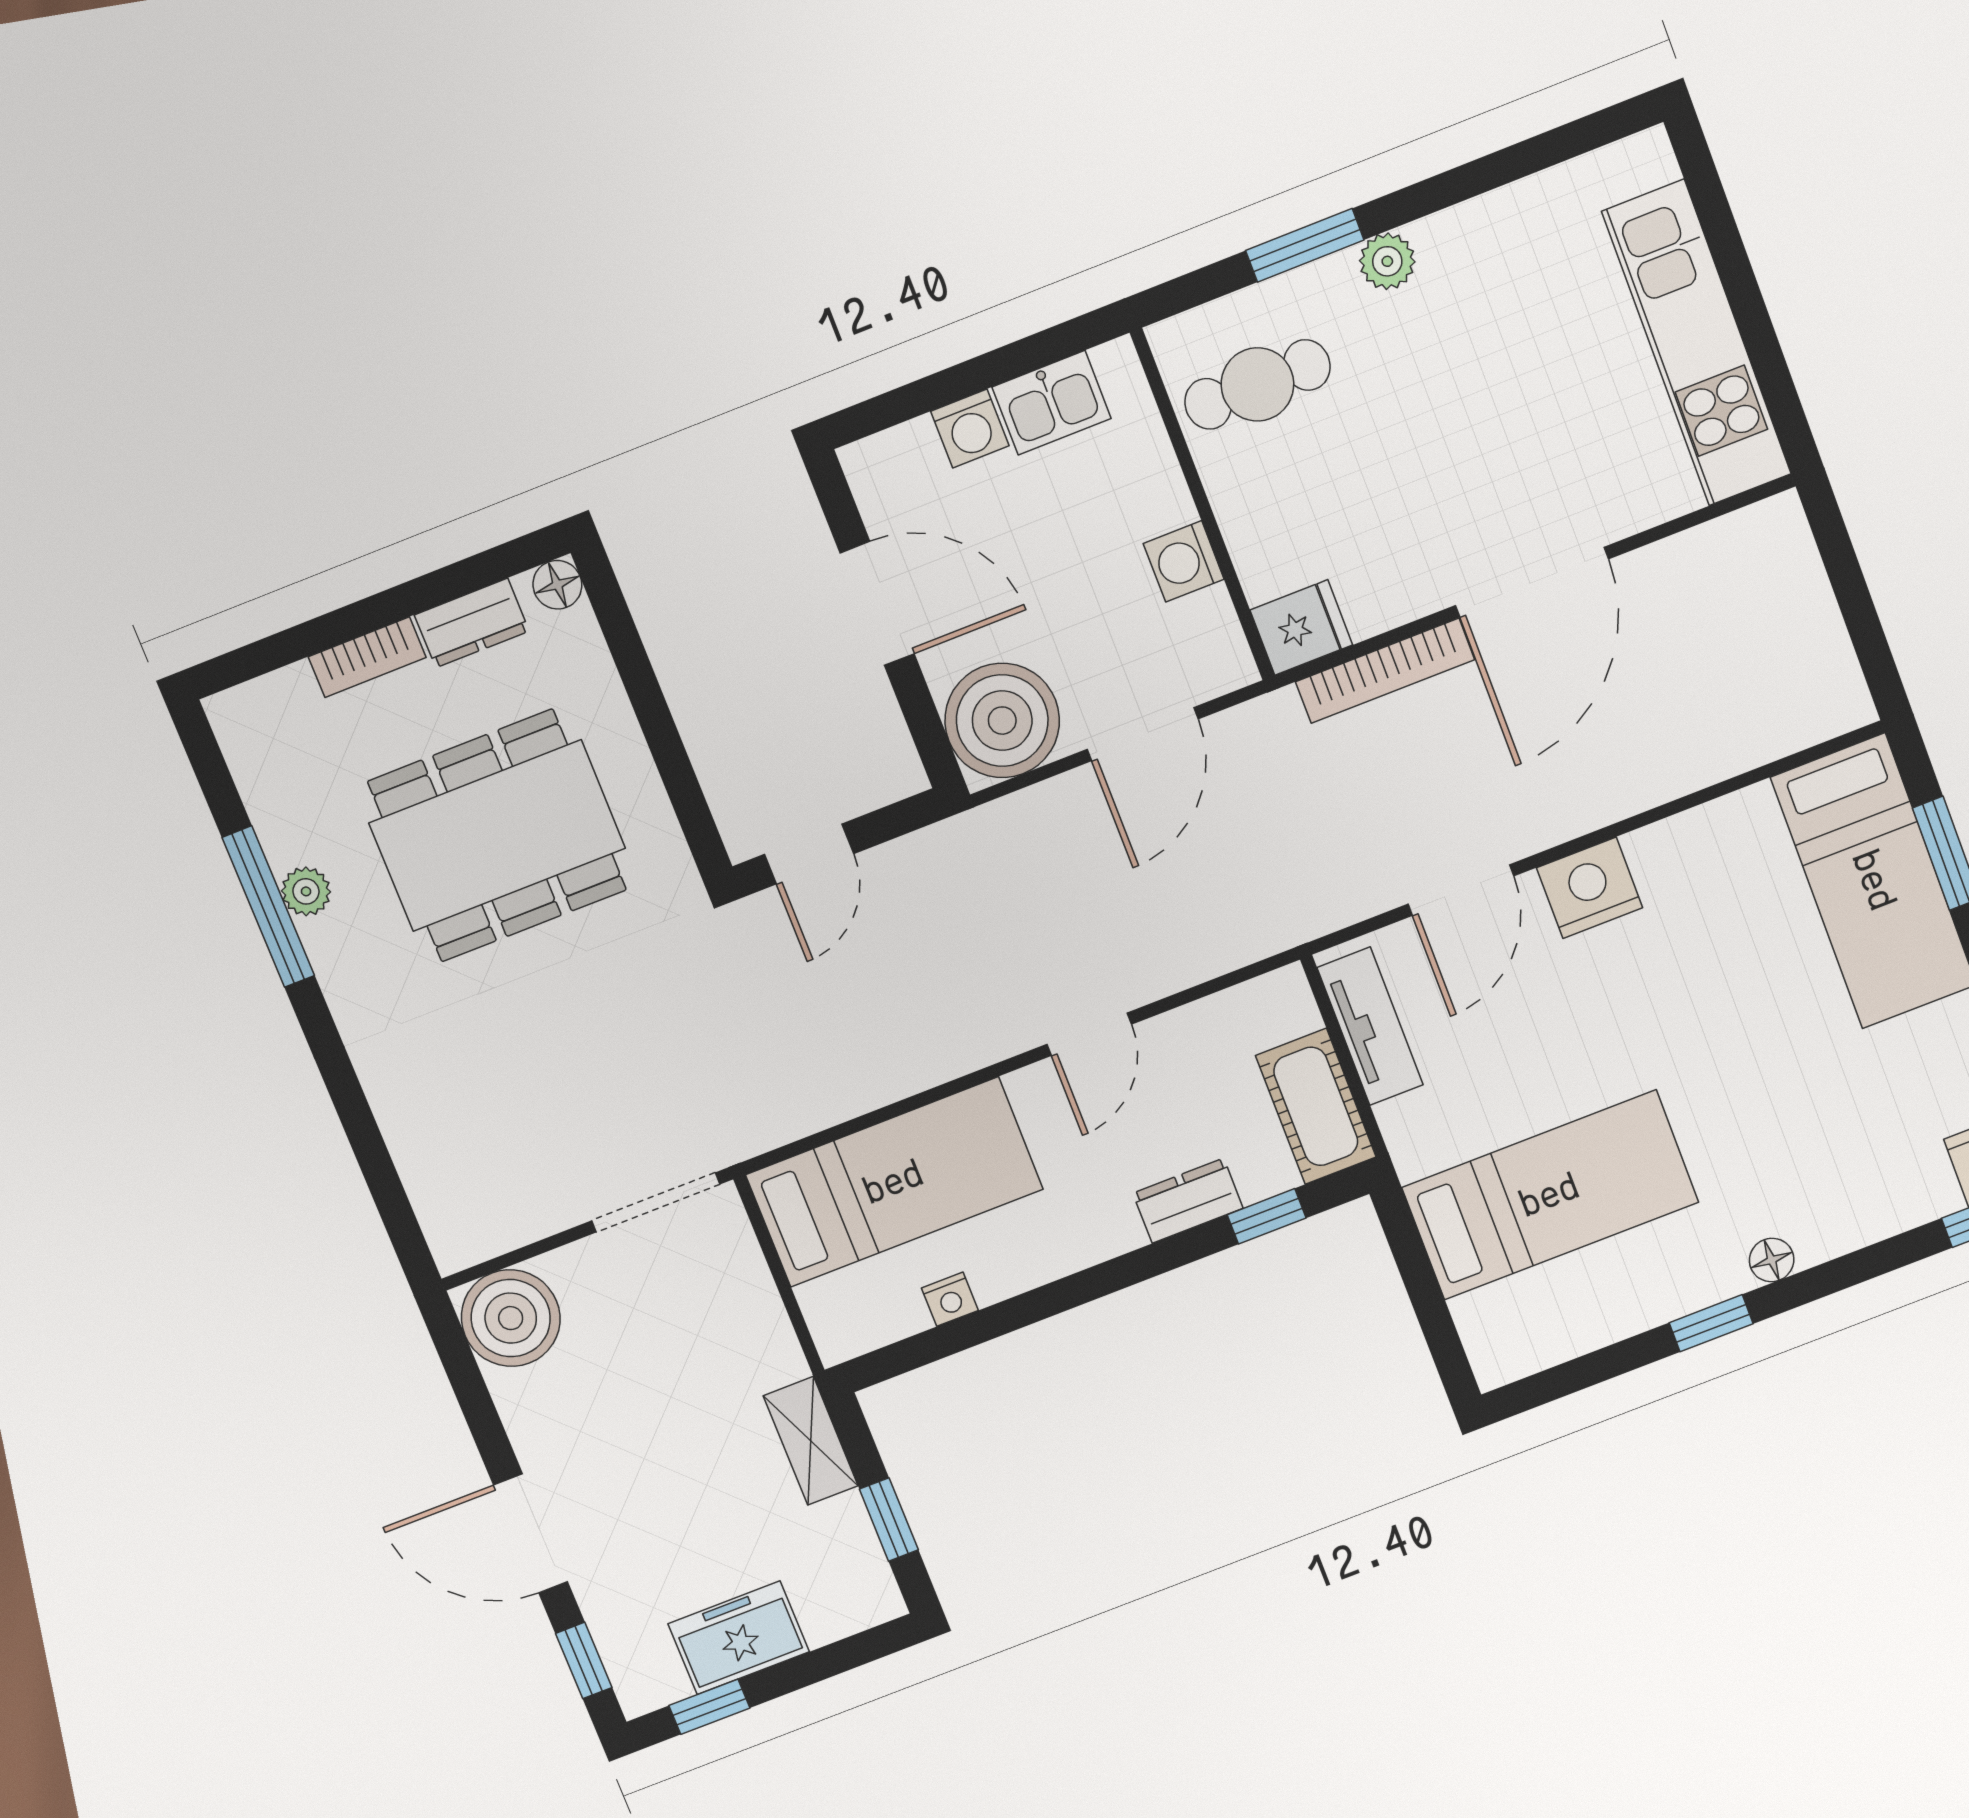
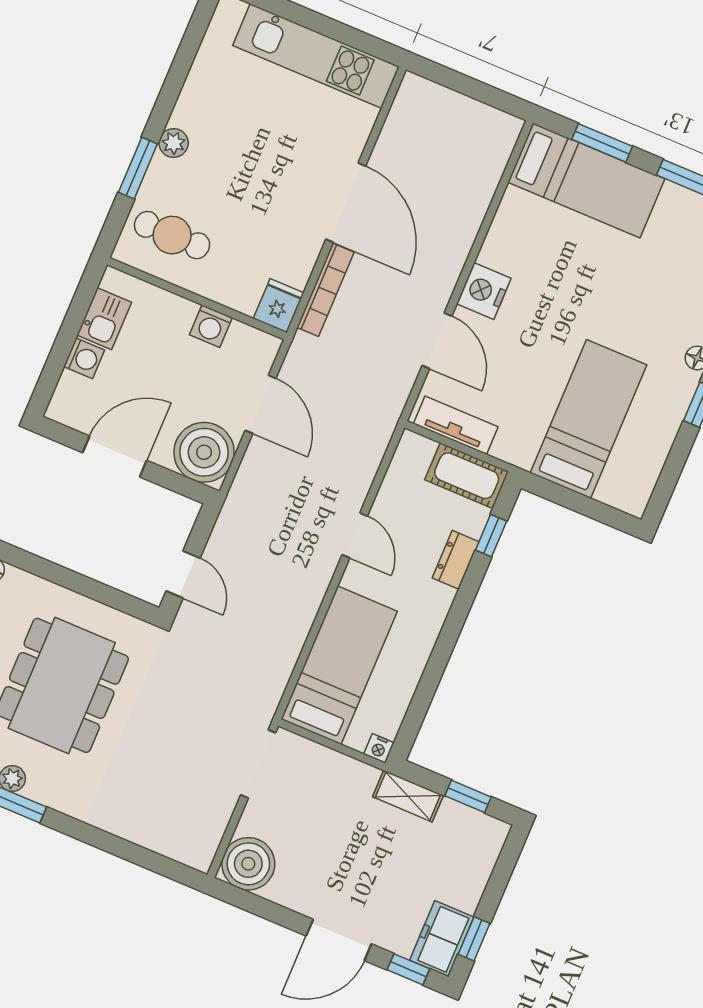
cafe table: (1257, 384) -> (172, 235), turned 90
nightstand: (950, 1299) -> (379, 748), moved, turned 90
freezer: (739, 1638) -> (442, 939), moved

